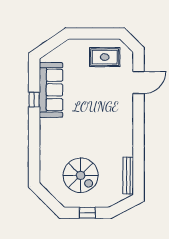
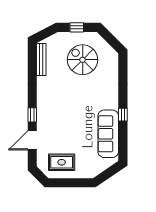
window: (34, 100) -> (123, 115), moved
window: (139, 112) -> (32, 115), added

